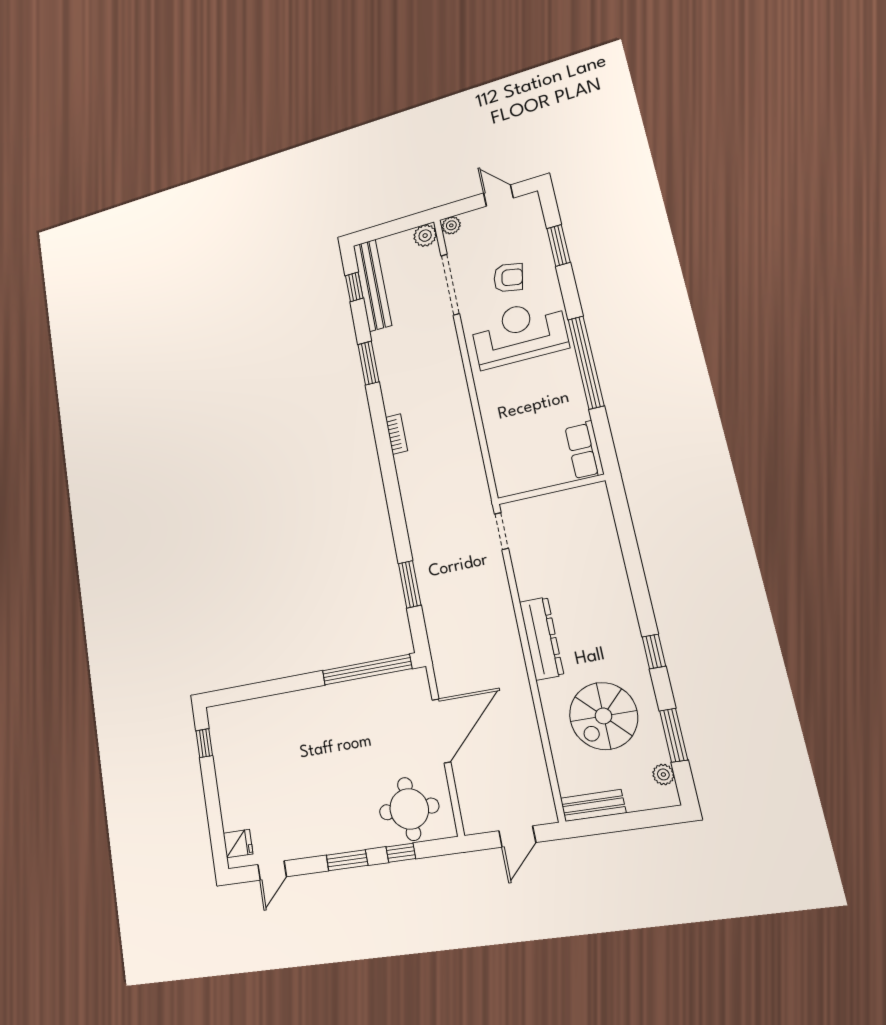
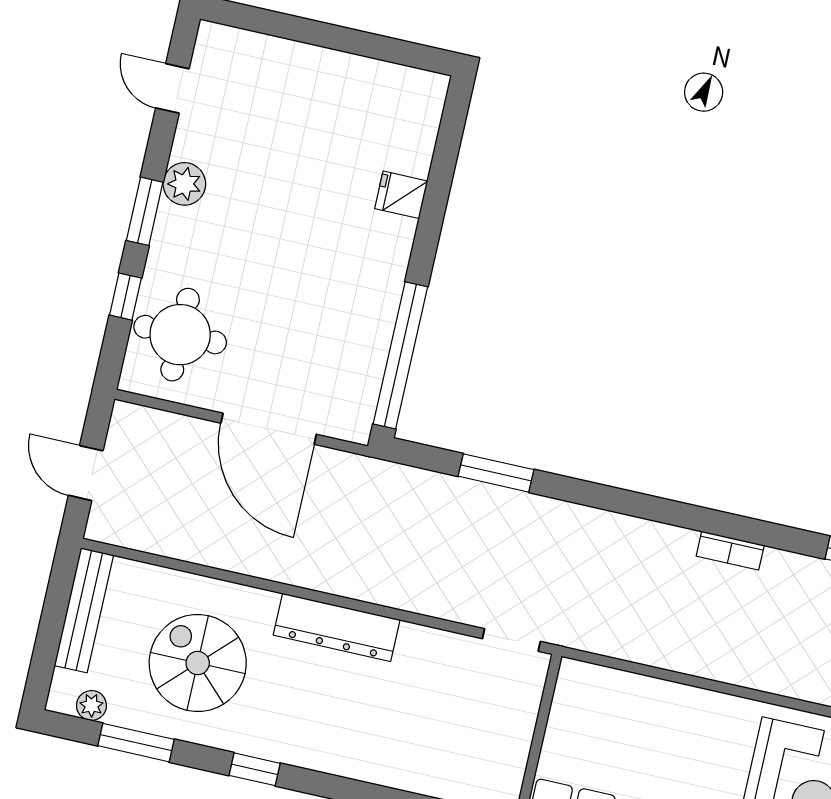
window: (204, 743) -> (398, 52), removed
bench: (593, 805) -> (84, 610), width x1.36
plant: (322, 841) -> (184, 184), added
fridge: (238, 844) -> (401, 195), moved, turned 90

